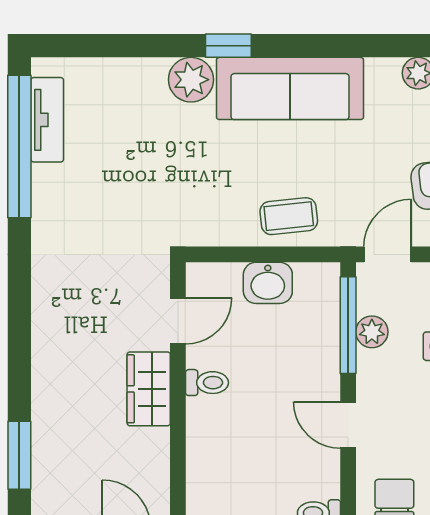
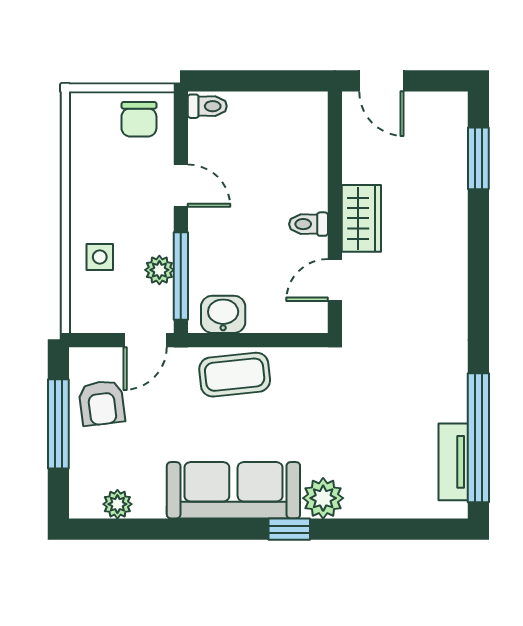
coffee table: (289, 216) -> (235, 375), width x1.36, depth x1.30
washbasin: (268, 283) -> (223, 314), moved

